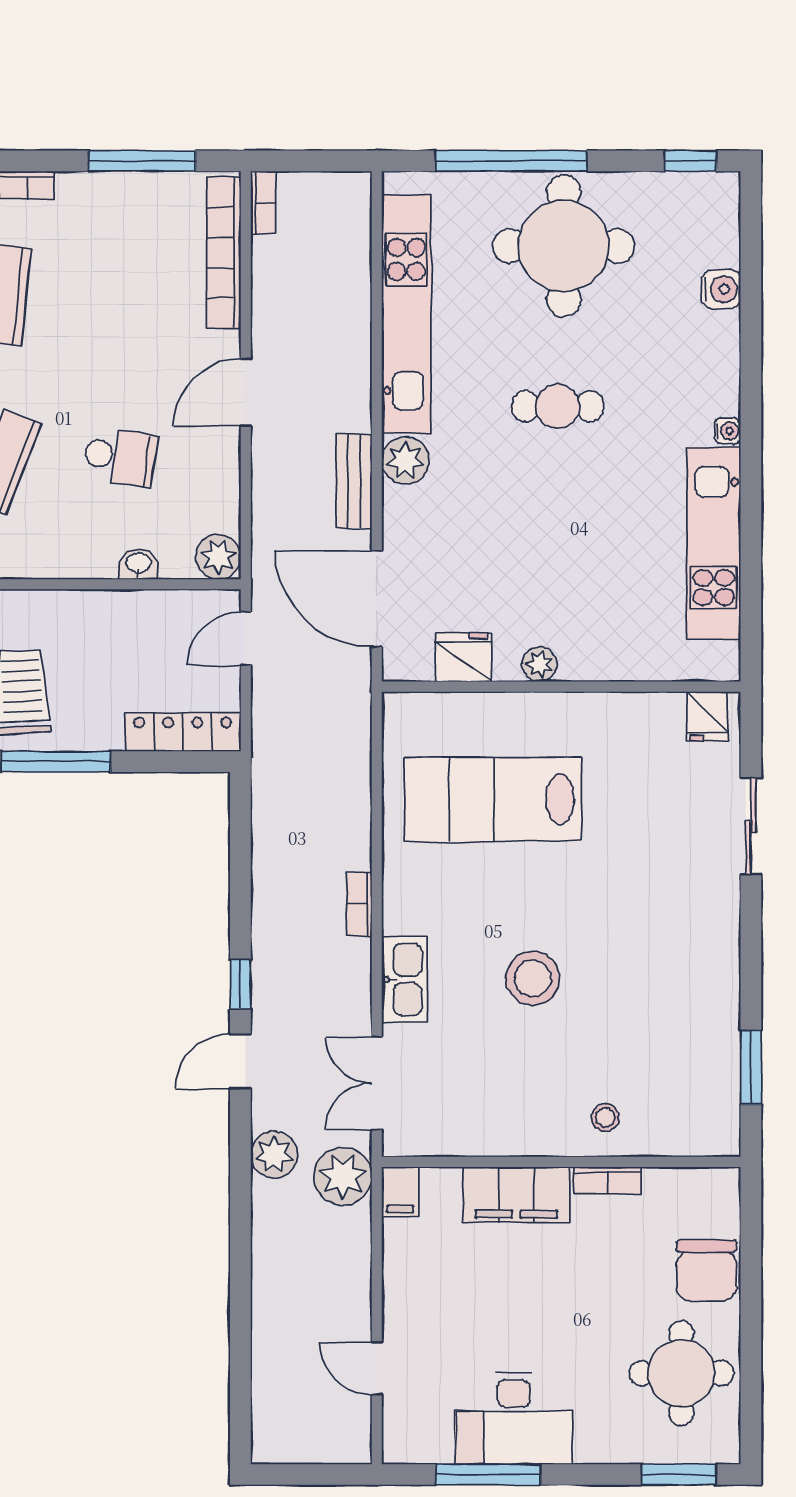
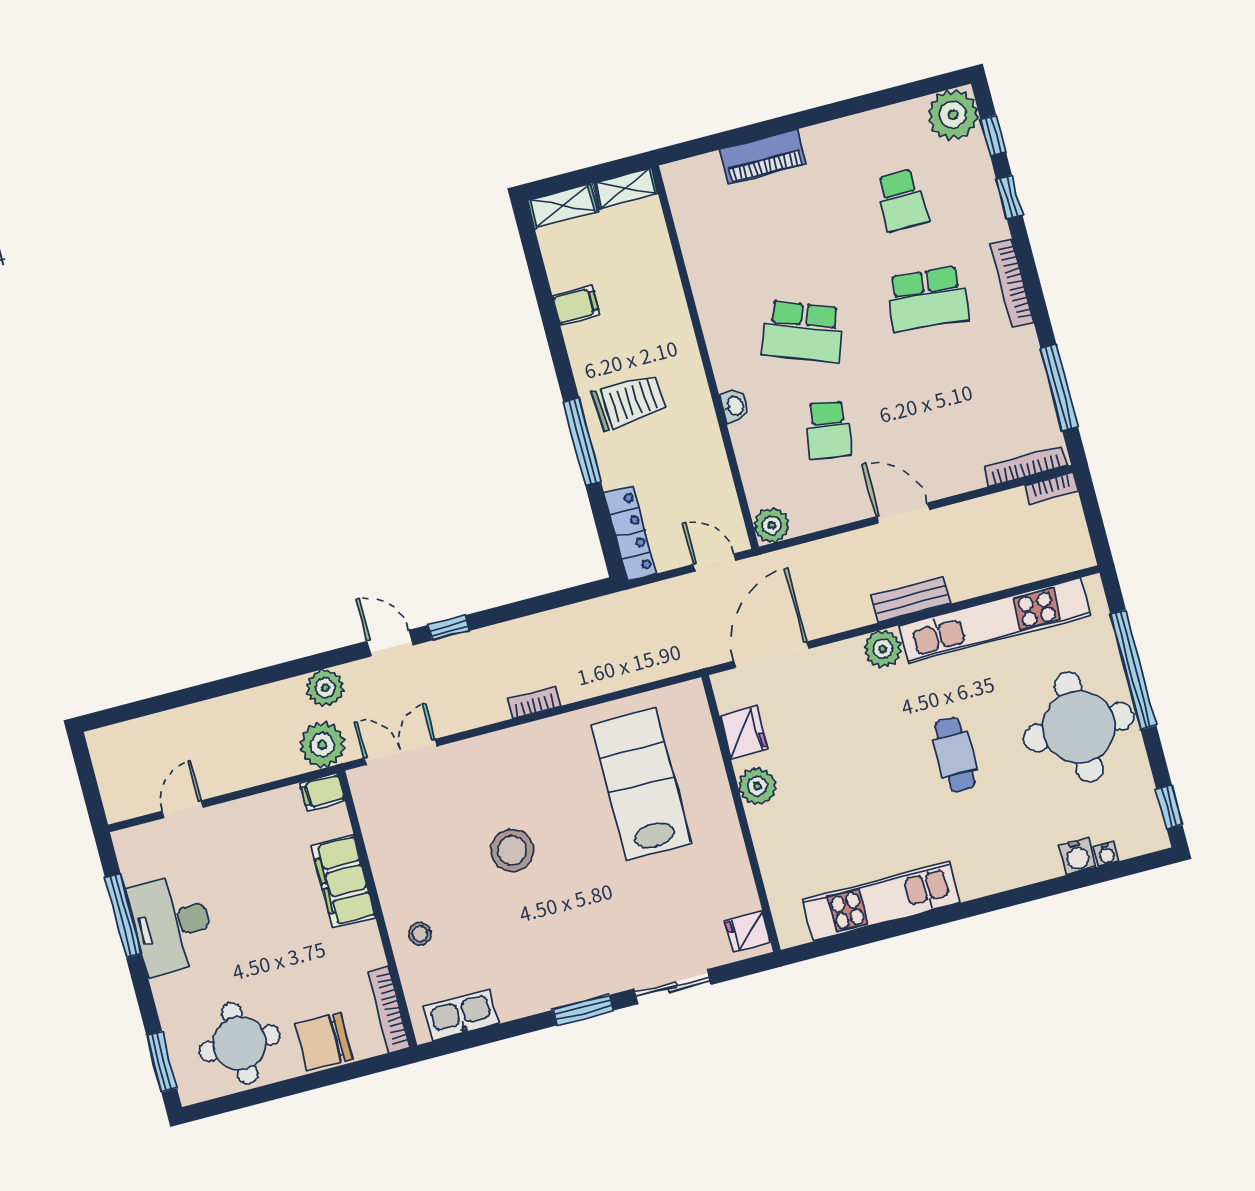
bookcase: (224, 253) -> (1025, 466), width x0.68, depth x0.76
water cooler: (728, 431) -> (1106, 854), moved
bench: (354, 481) -> (911, 600), moved
washbasin: (138, 564) -> (735, 406), moved
plant: (539, 664) -> (757, 786), width x1.38, depth x1.38
kitchen sink: (404, 980) -> (461, 1015), moved, turned 180
window: (751, 1067) -> (583, 1010), moved
bookcase: (607, 1180) -> (389, 1009), moved, width x1.56

